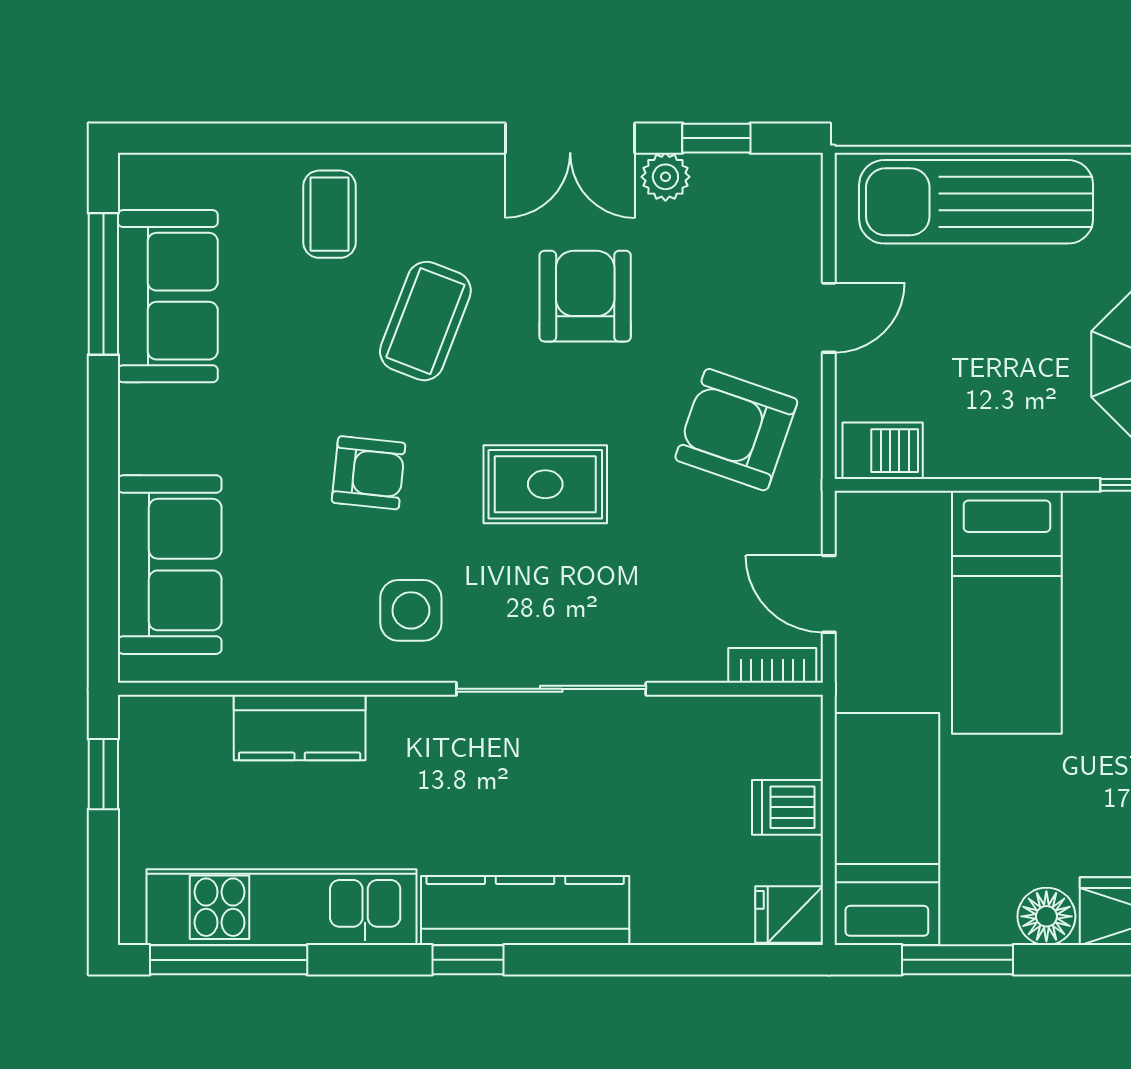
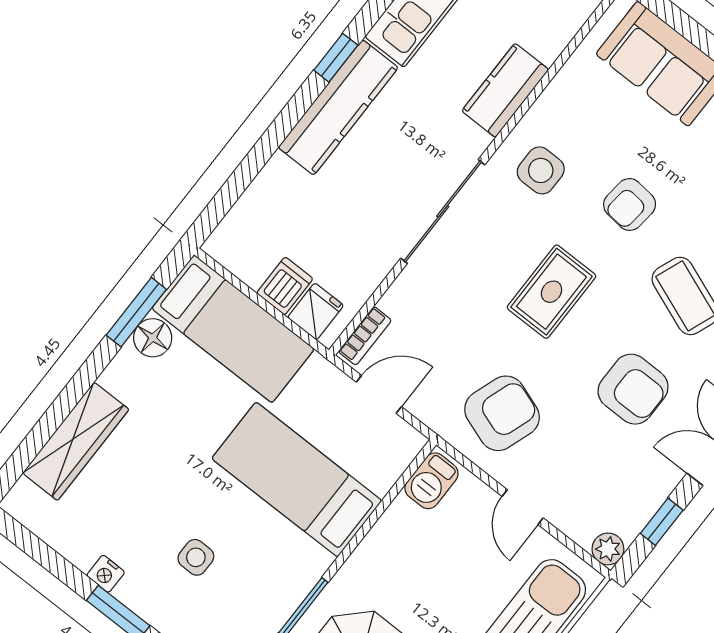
plant: (665, 177) -> (608, 549), moved
kitchen counter: (300, 728) -> (505, 90), moved
fridge: (789, 915) -> (316, 311), moved
floor lamp: (1046, 916) -> (153, 338), moved

